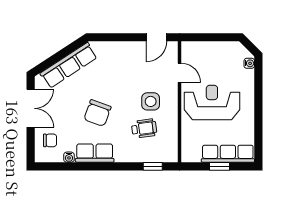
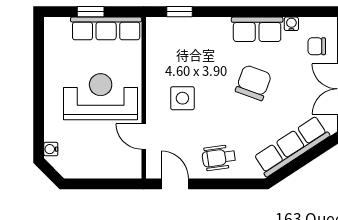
door: (156, 37) -> (175, 184), hinge flipped
reception desk: (212, 103) -> (101, 97), turned 180
wheelchair: (144, 128) -> (219, 158), moved
row of seats: (228, 154) -> (106, 28), moved

